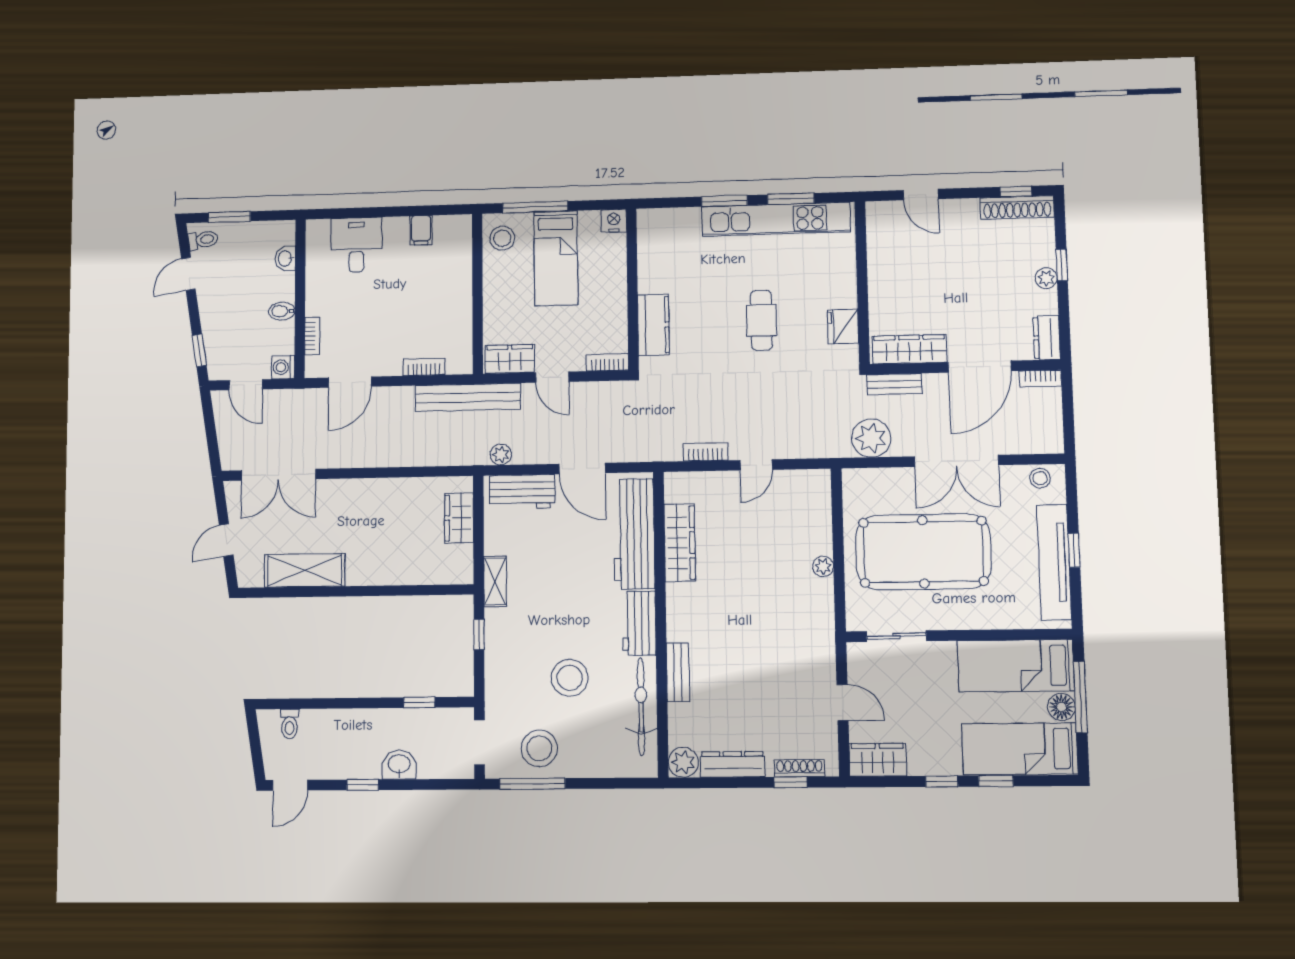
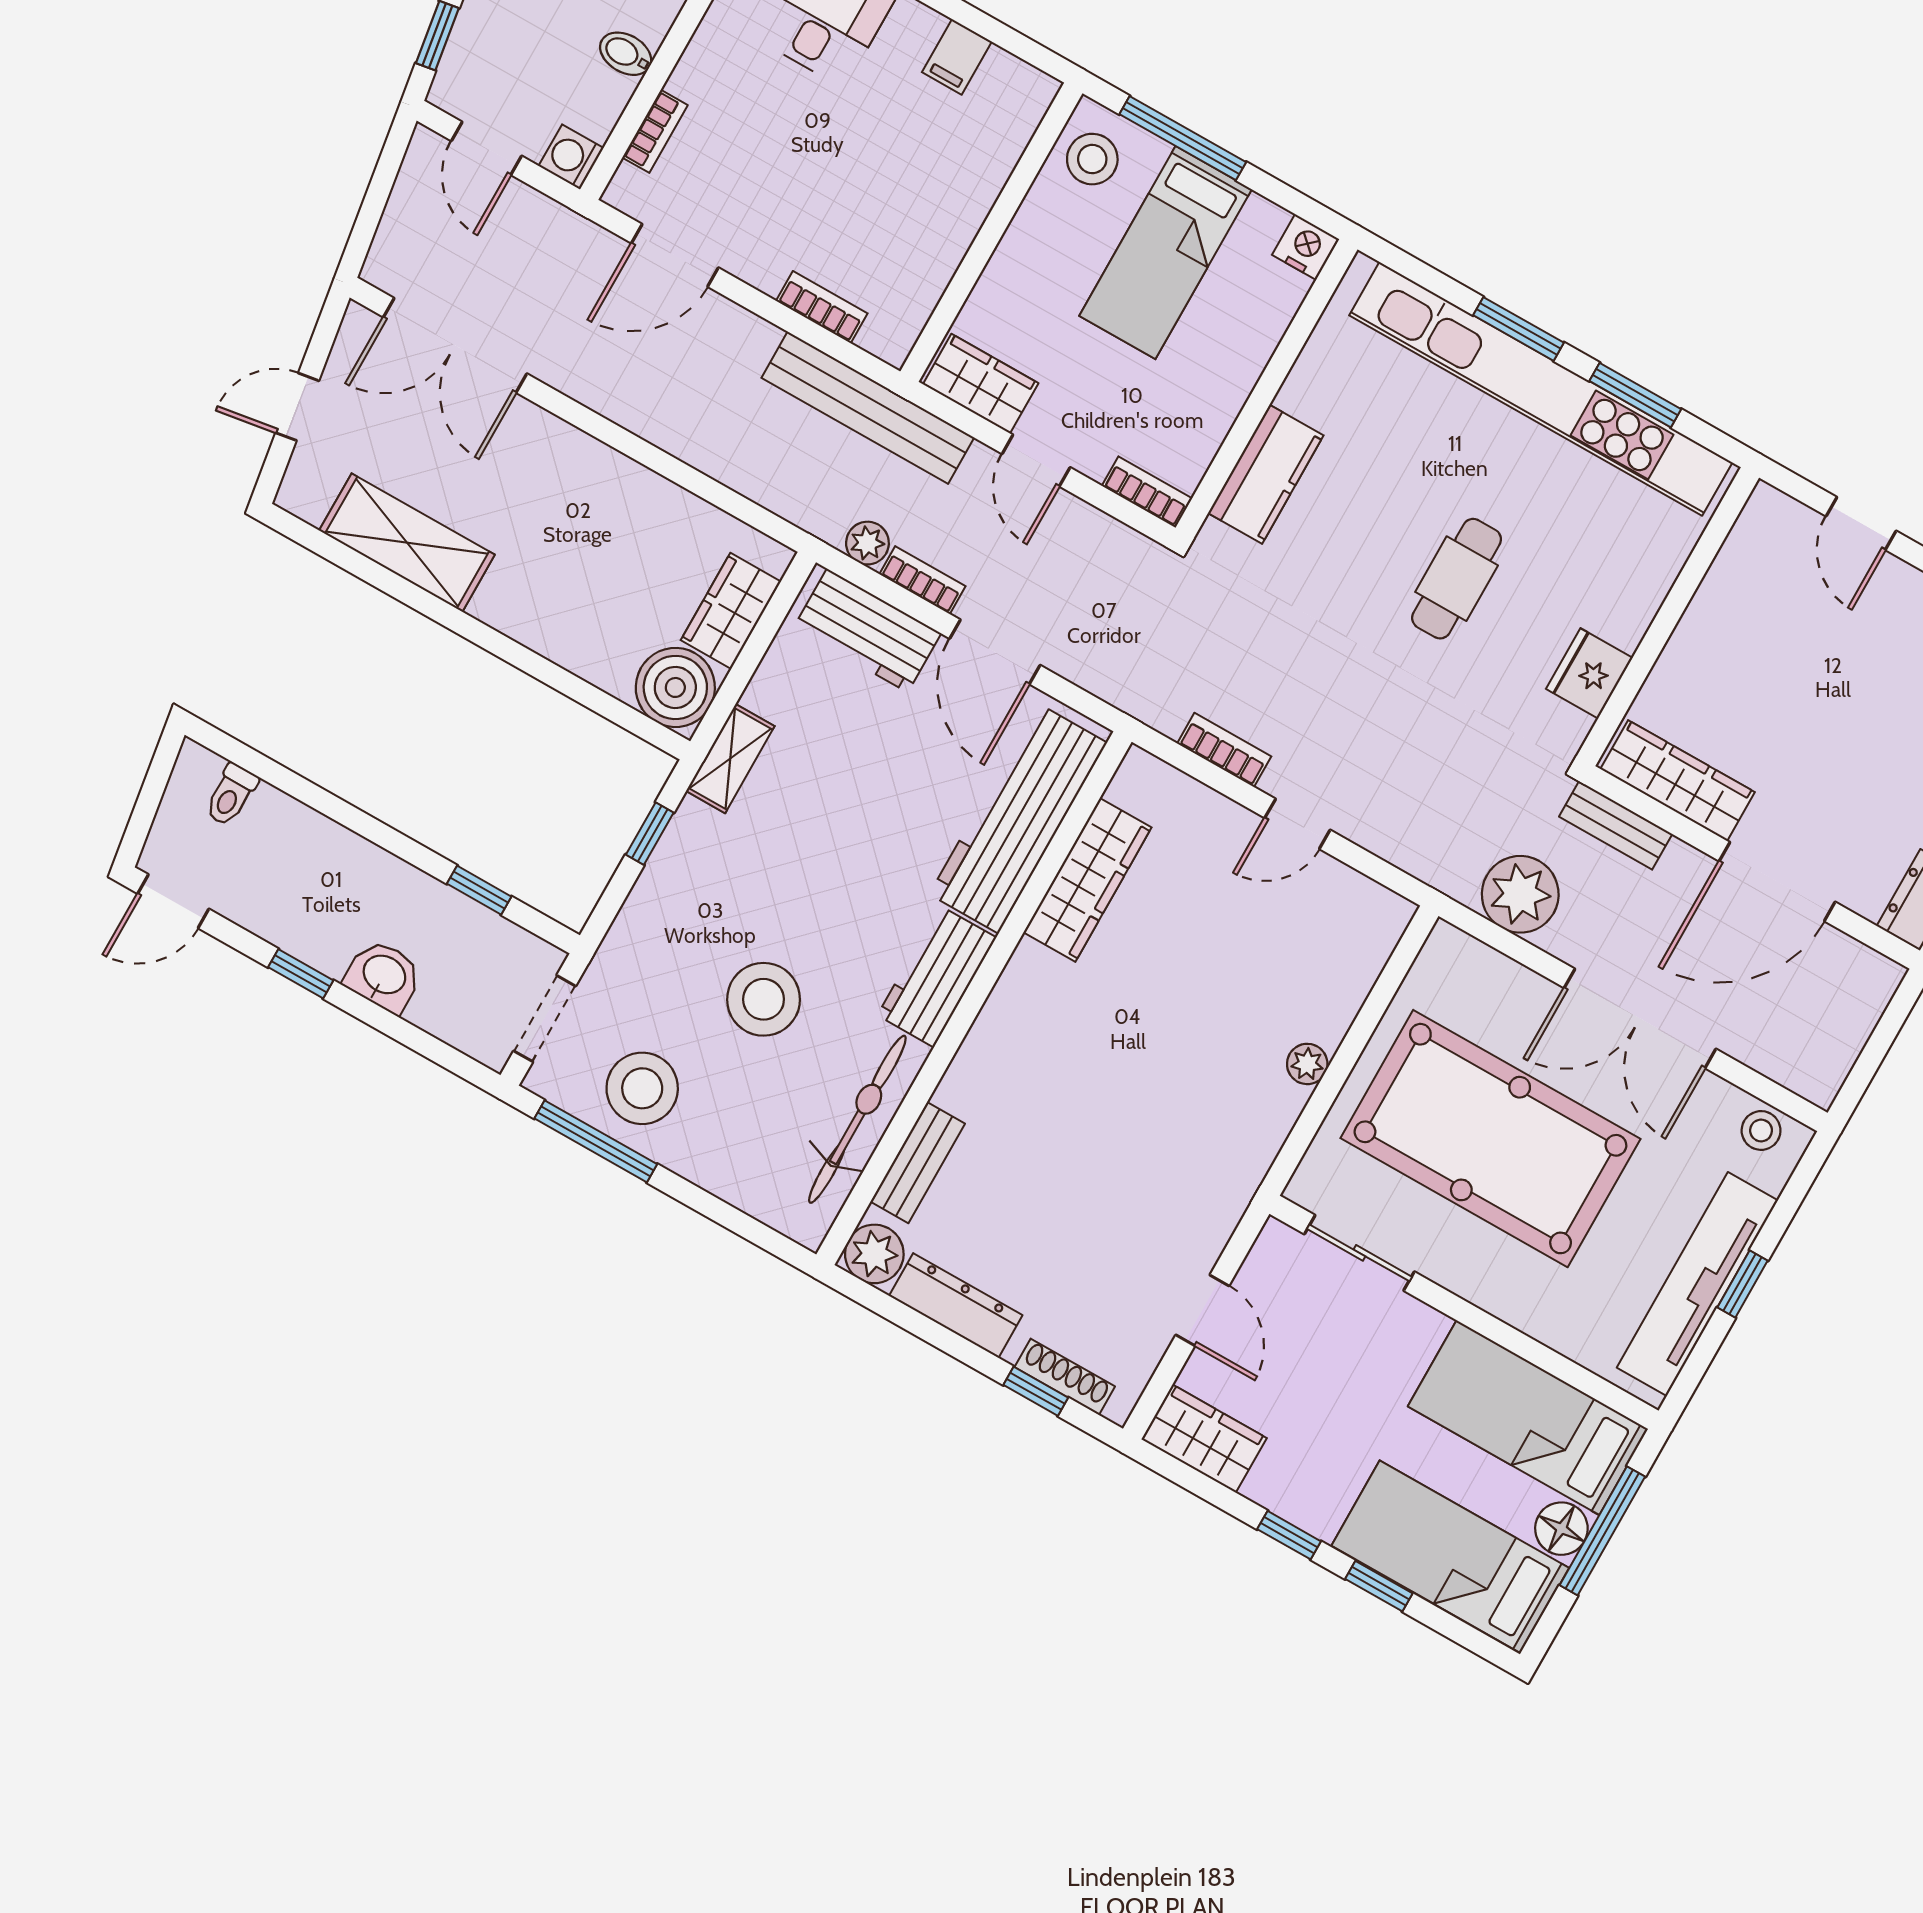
kitchen unit: (776, 219) -> (1541, 389), width x1.36
bookcase: (1040, 378) -> (922, 580), moved, turned 180
boiler: (454, 565) -> (675, 687), added
bench: (678, 672) -> (918, 1163), moved

